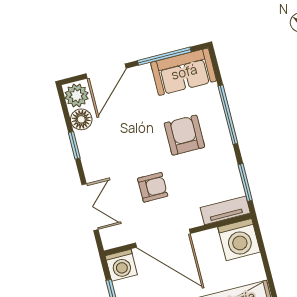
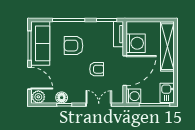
sofa: (184, 72) -> (40, 43), width x1.36
floor lamp: (81, 119) -> (62, 98), moved
armchair: (153, 187) -> (97, 69), turned 90
washing machine: (239, 240) -> (136, 43), moved

